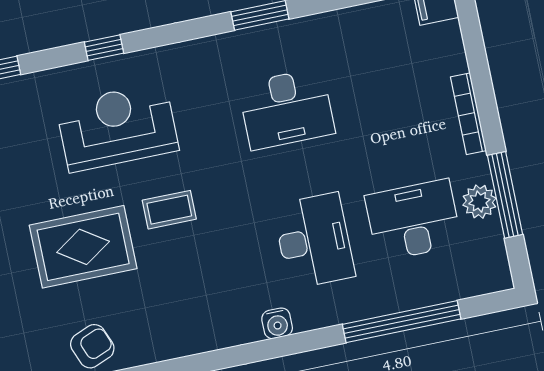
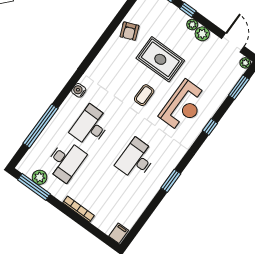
window: (505, 195) -> (34, 187), moved
plant: (479, 202) -> (40, 177), moved
desk: (314, 241) -> (91, 126), turned 90
rug: (83, 247) -> (160, 59), turned 90

